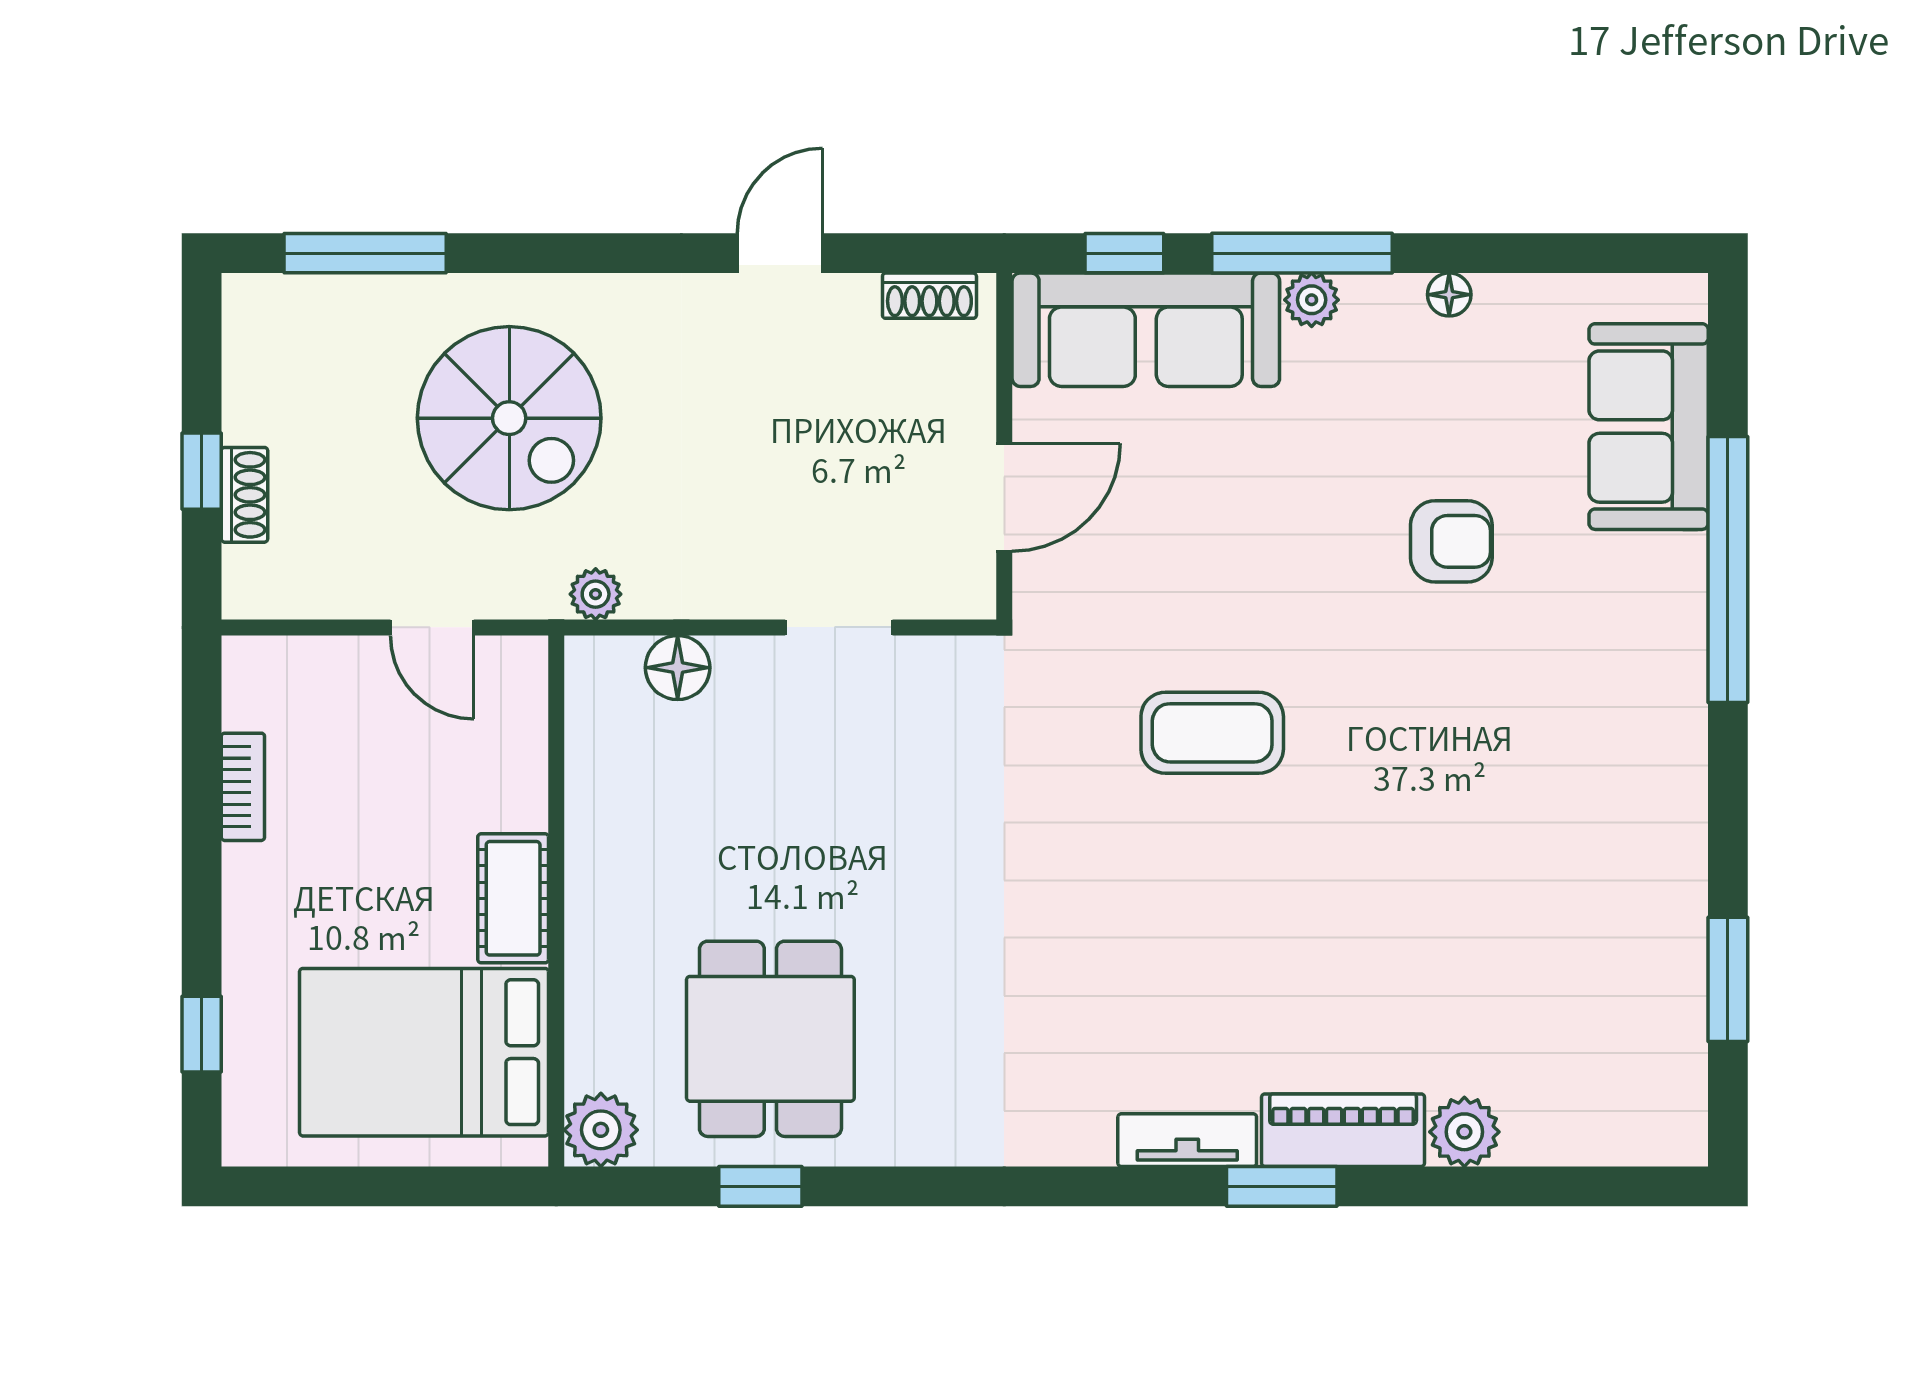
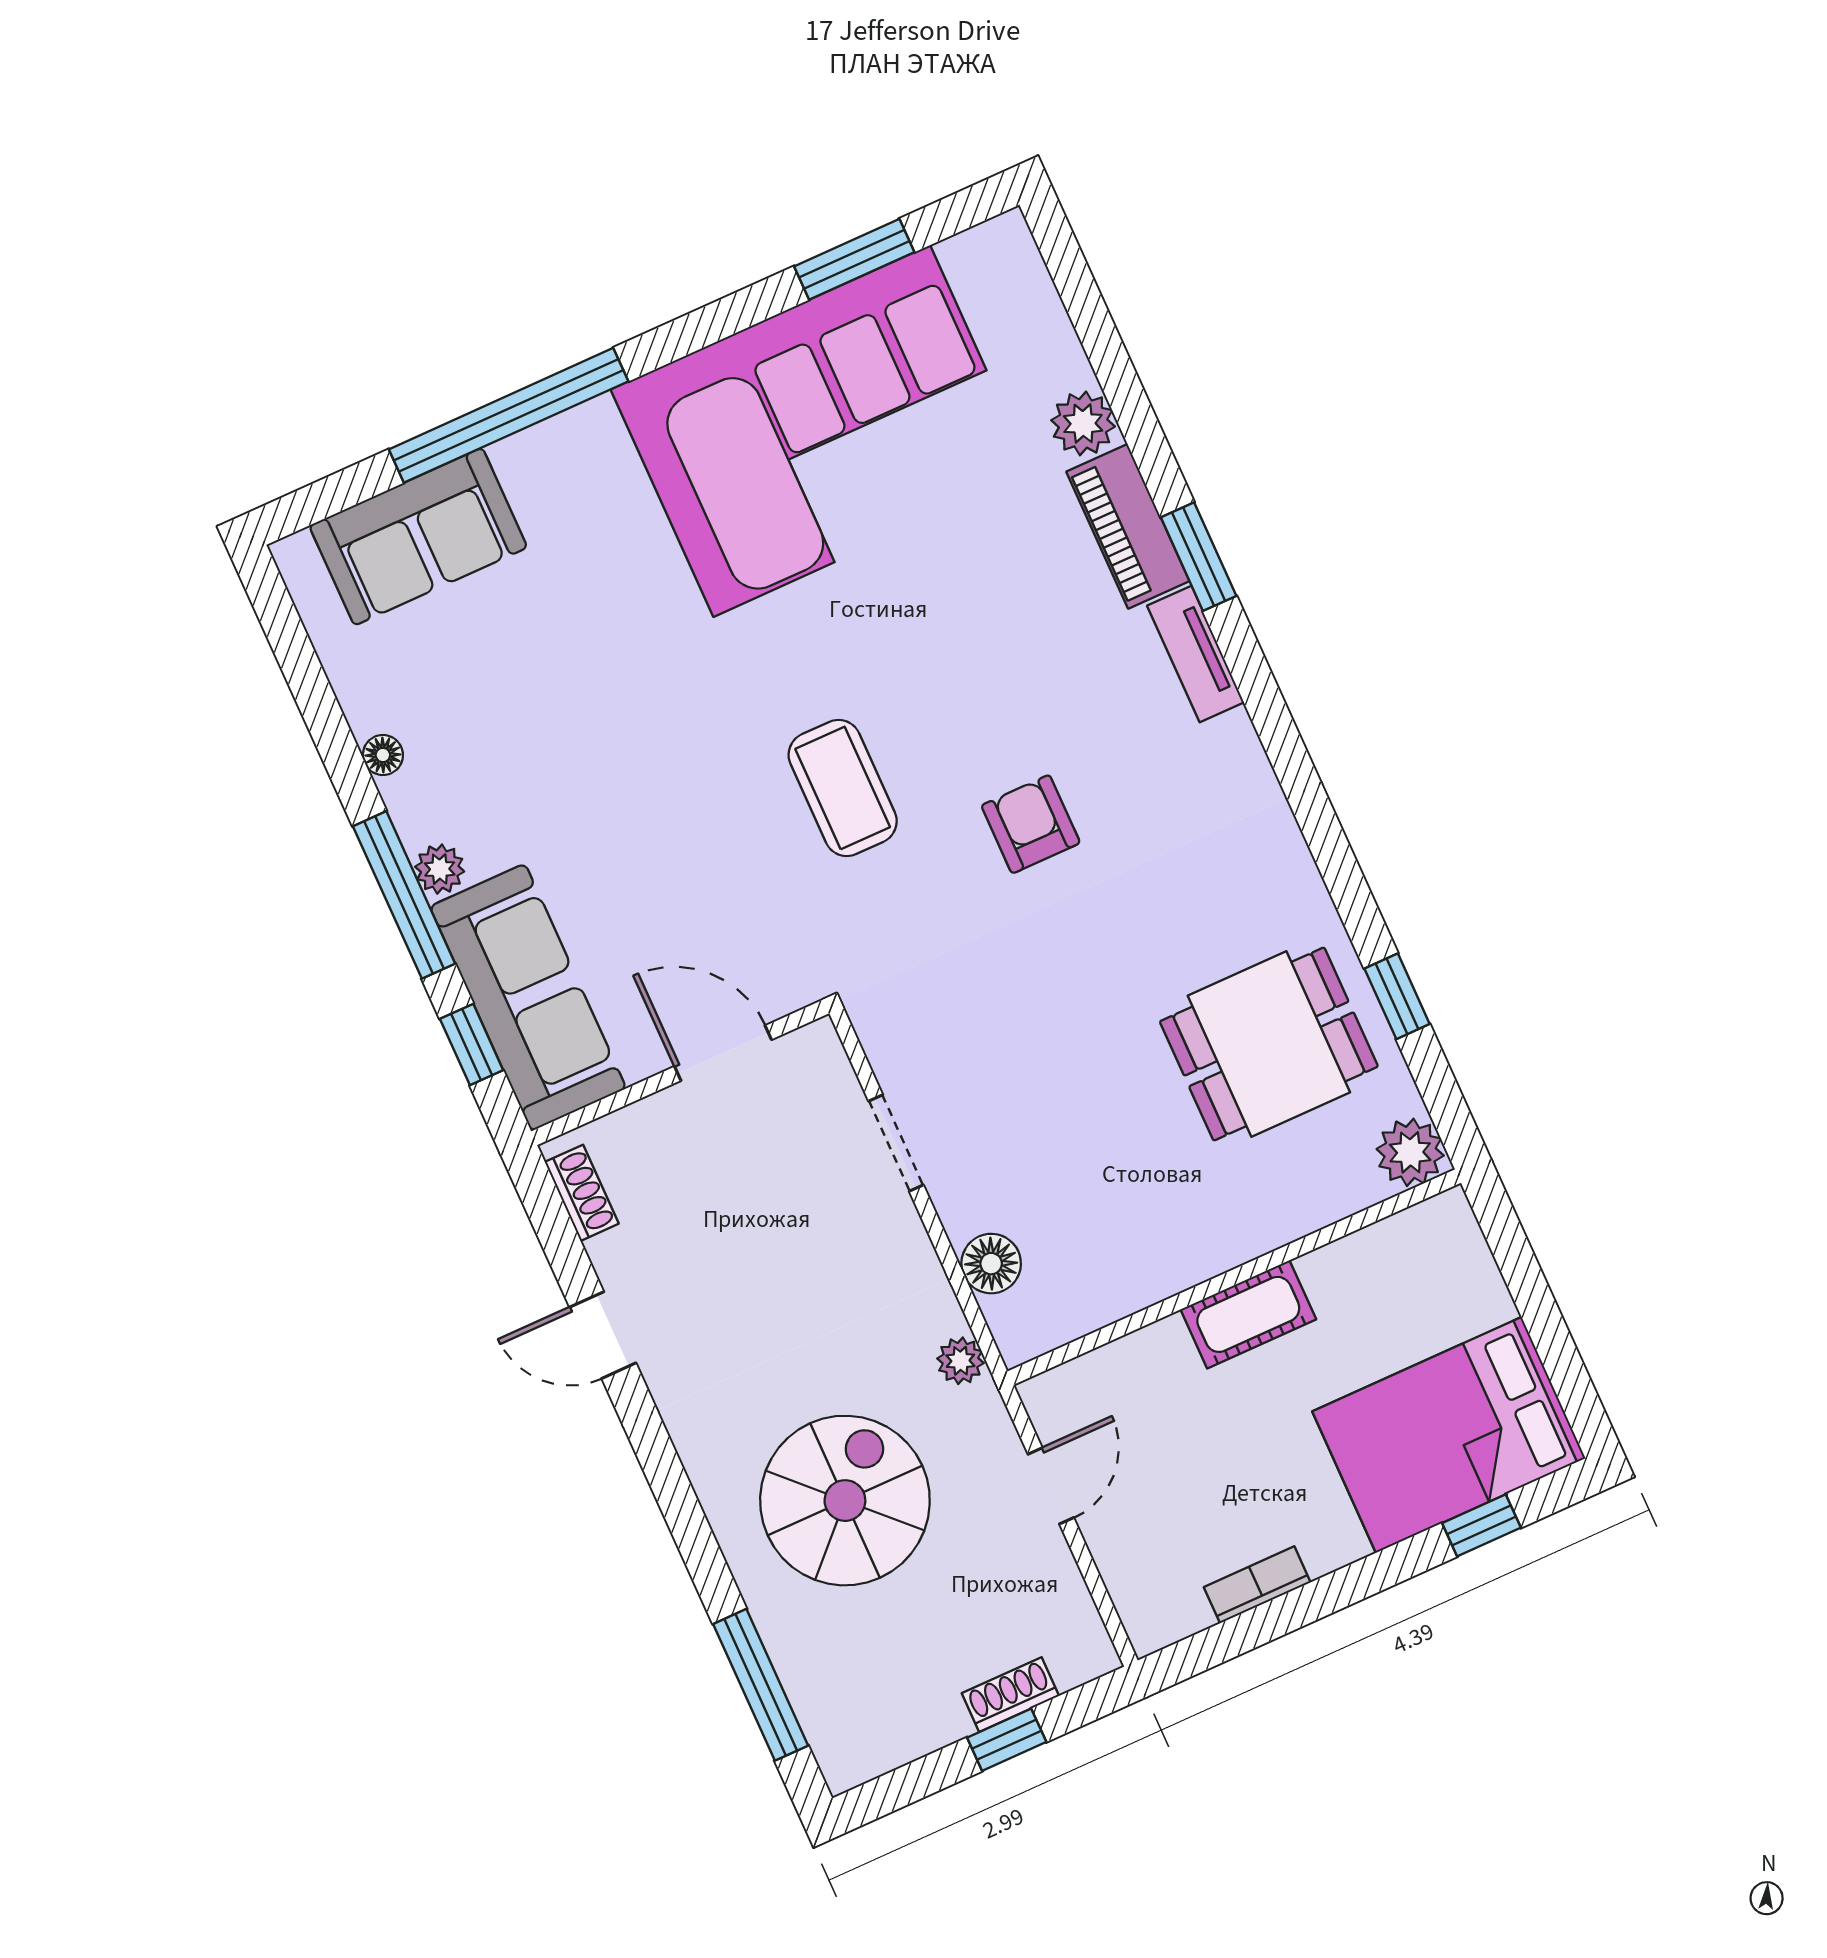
armchair: (1451, 541) -> (1031, 824), moved
corner sofa: (1573, 871) -> (822, 431), added
bed: (424, 1052) -> (1449, 1435), moved, turned 90

